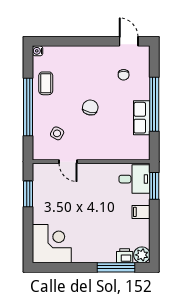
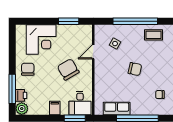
row of seats: (142, 118) -> (117, 108), moved
chair: (91, 194) -> (68, 69), added
corner desk: (52, 244) -> (41, 39), moved
chair: (90, 247) -> (28, 69), added

